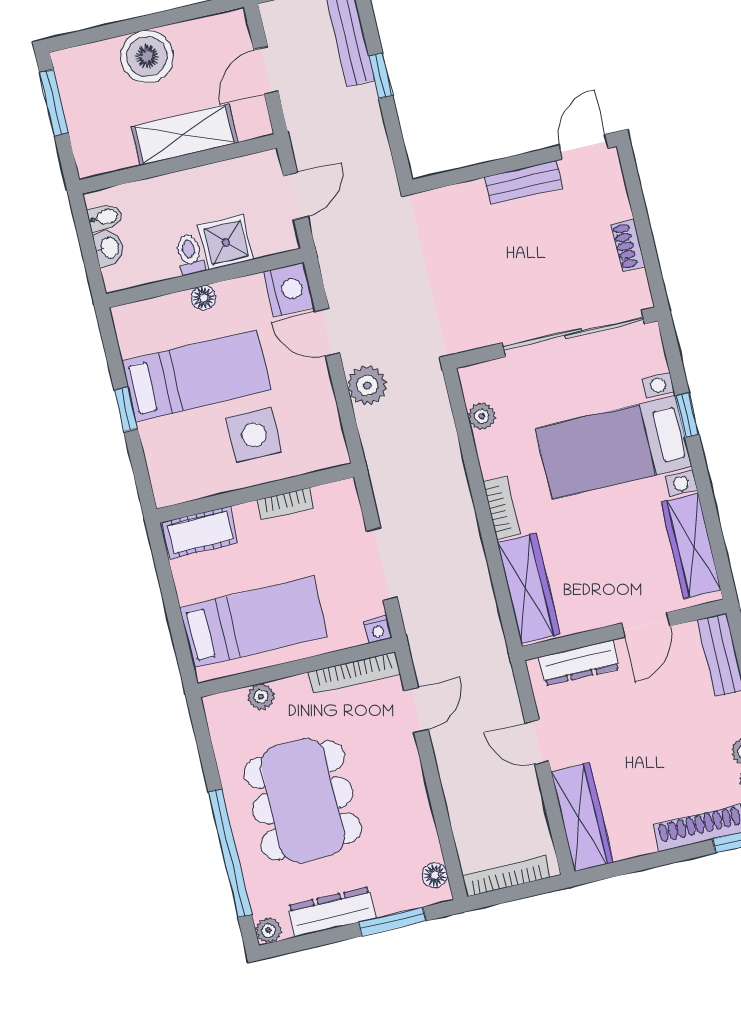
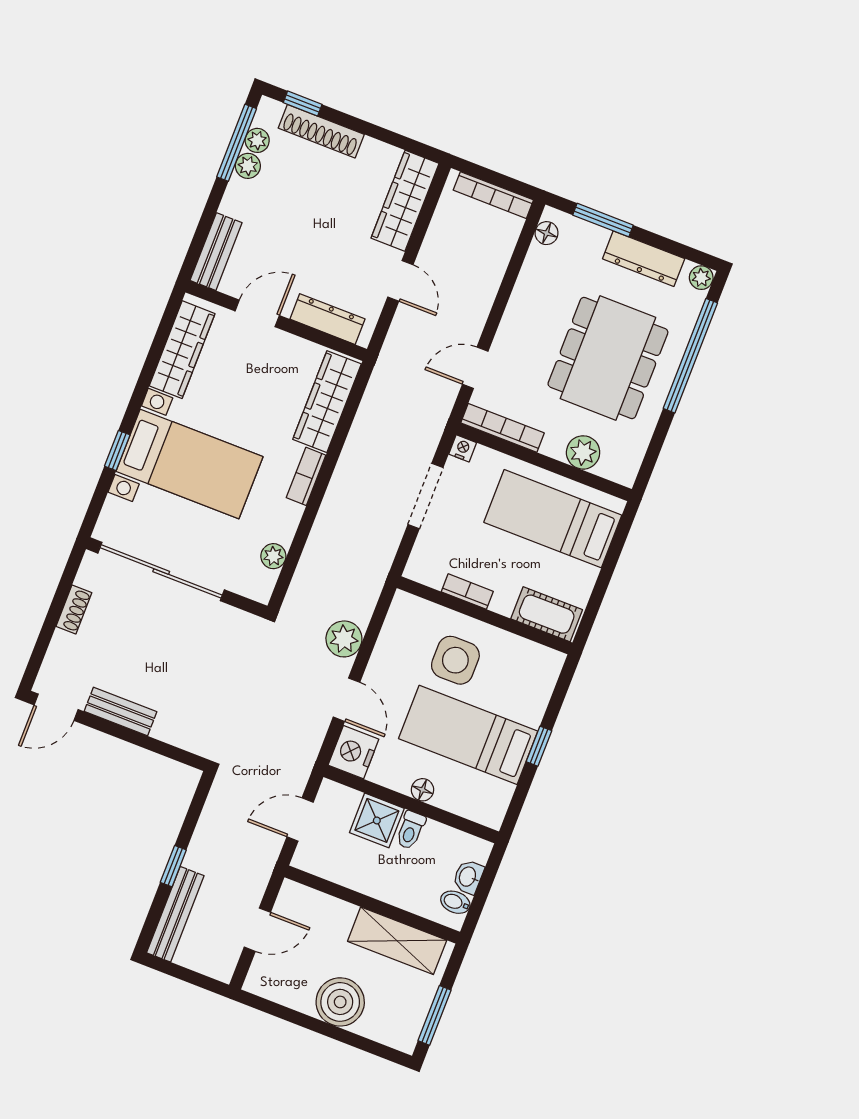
shelving: (184, 135) -> (397, 941), moved
plant: (261, 697) -> (583, 452), width x1.38, depth x1.38

